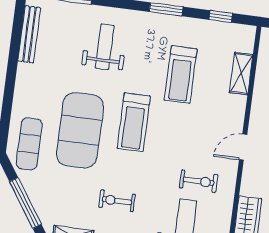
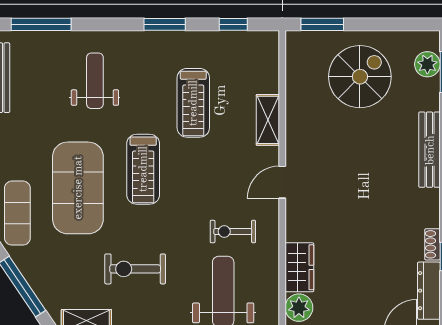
shelving: (241, 74) -> (268, 120), moved
exercise bike: (199, 181) -> (233, 232), turned 180
exercise bike: (117, 201) -> (135, 269), width x1.38, depth x1.39

